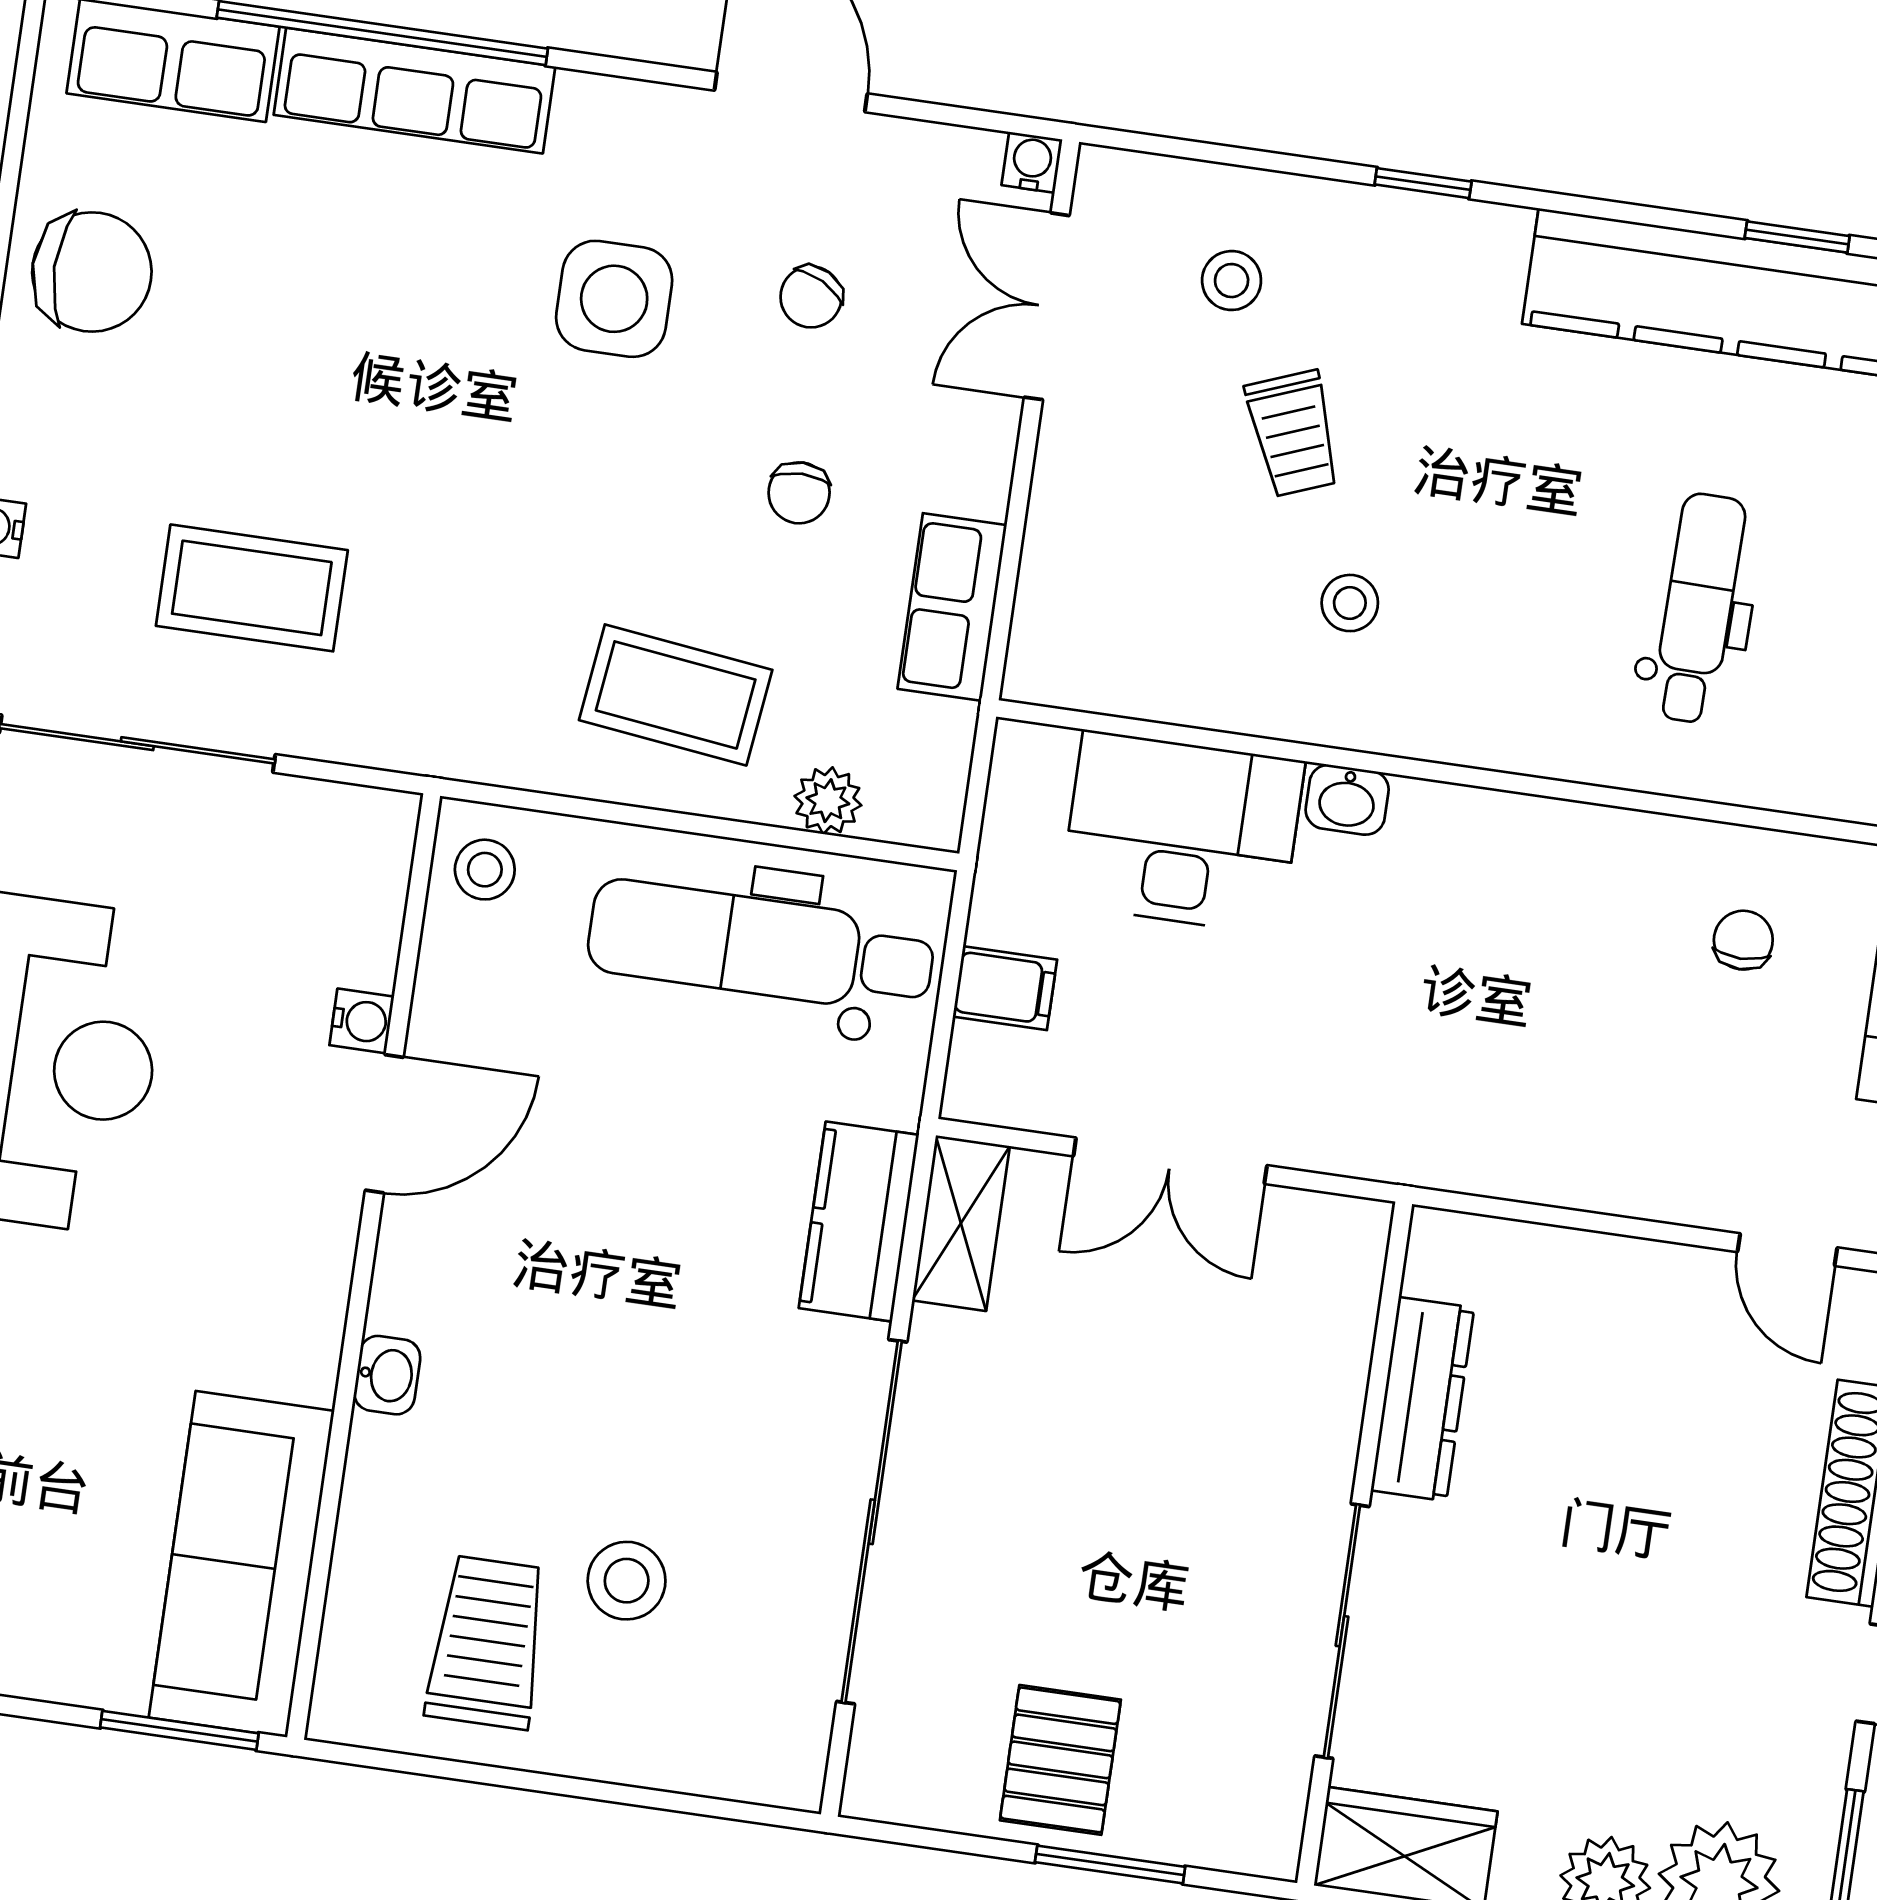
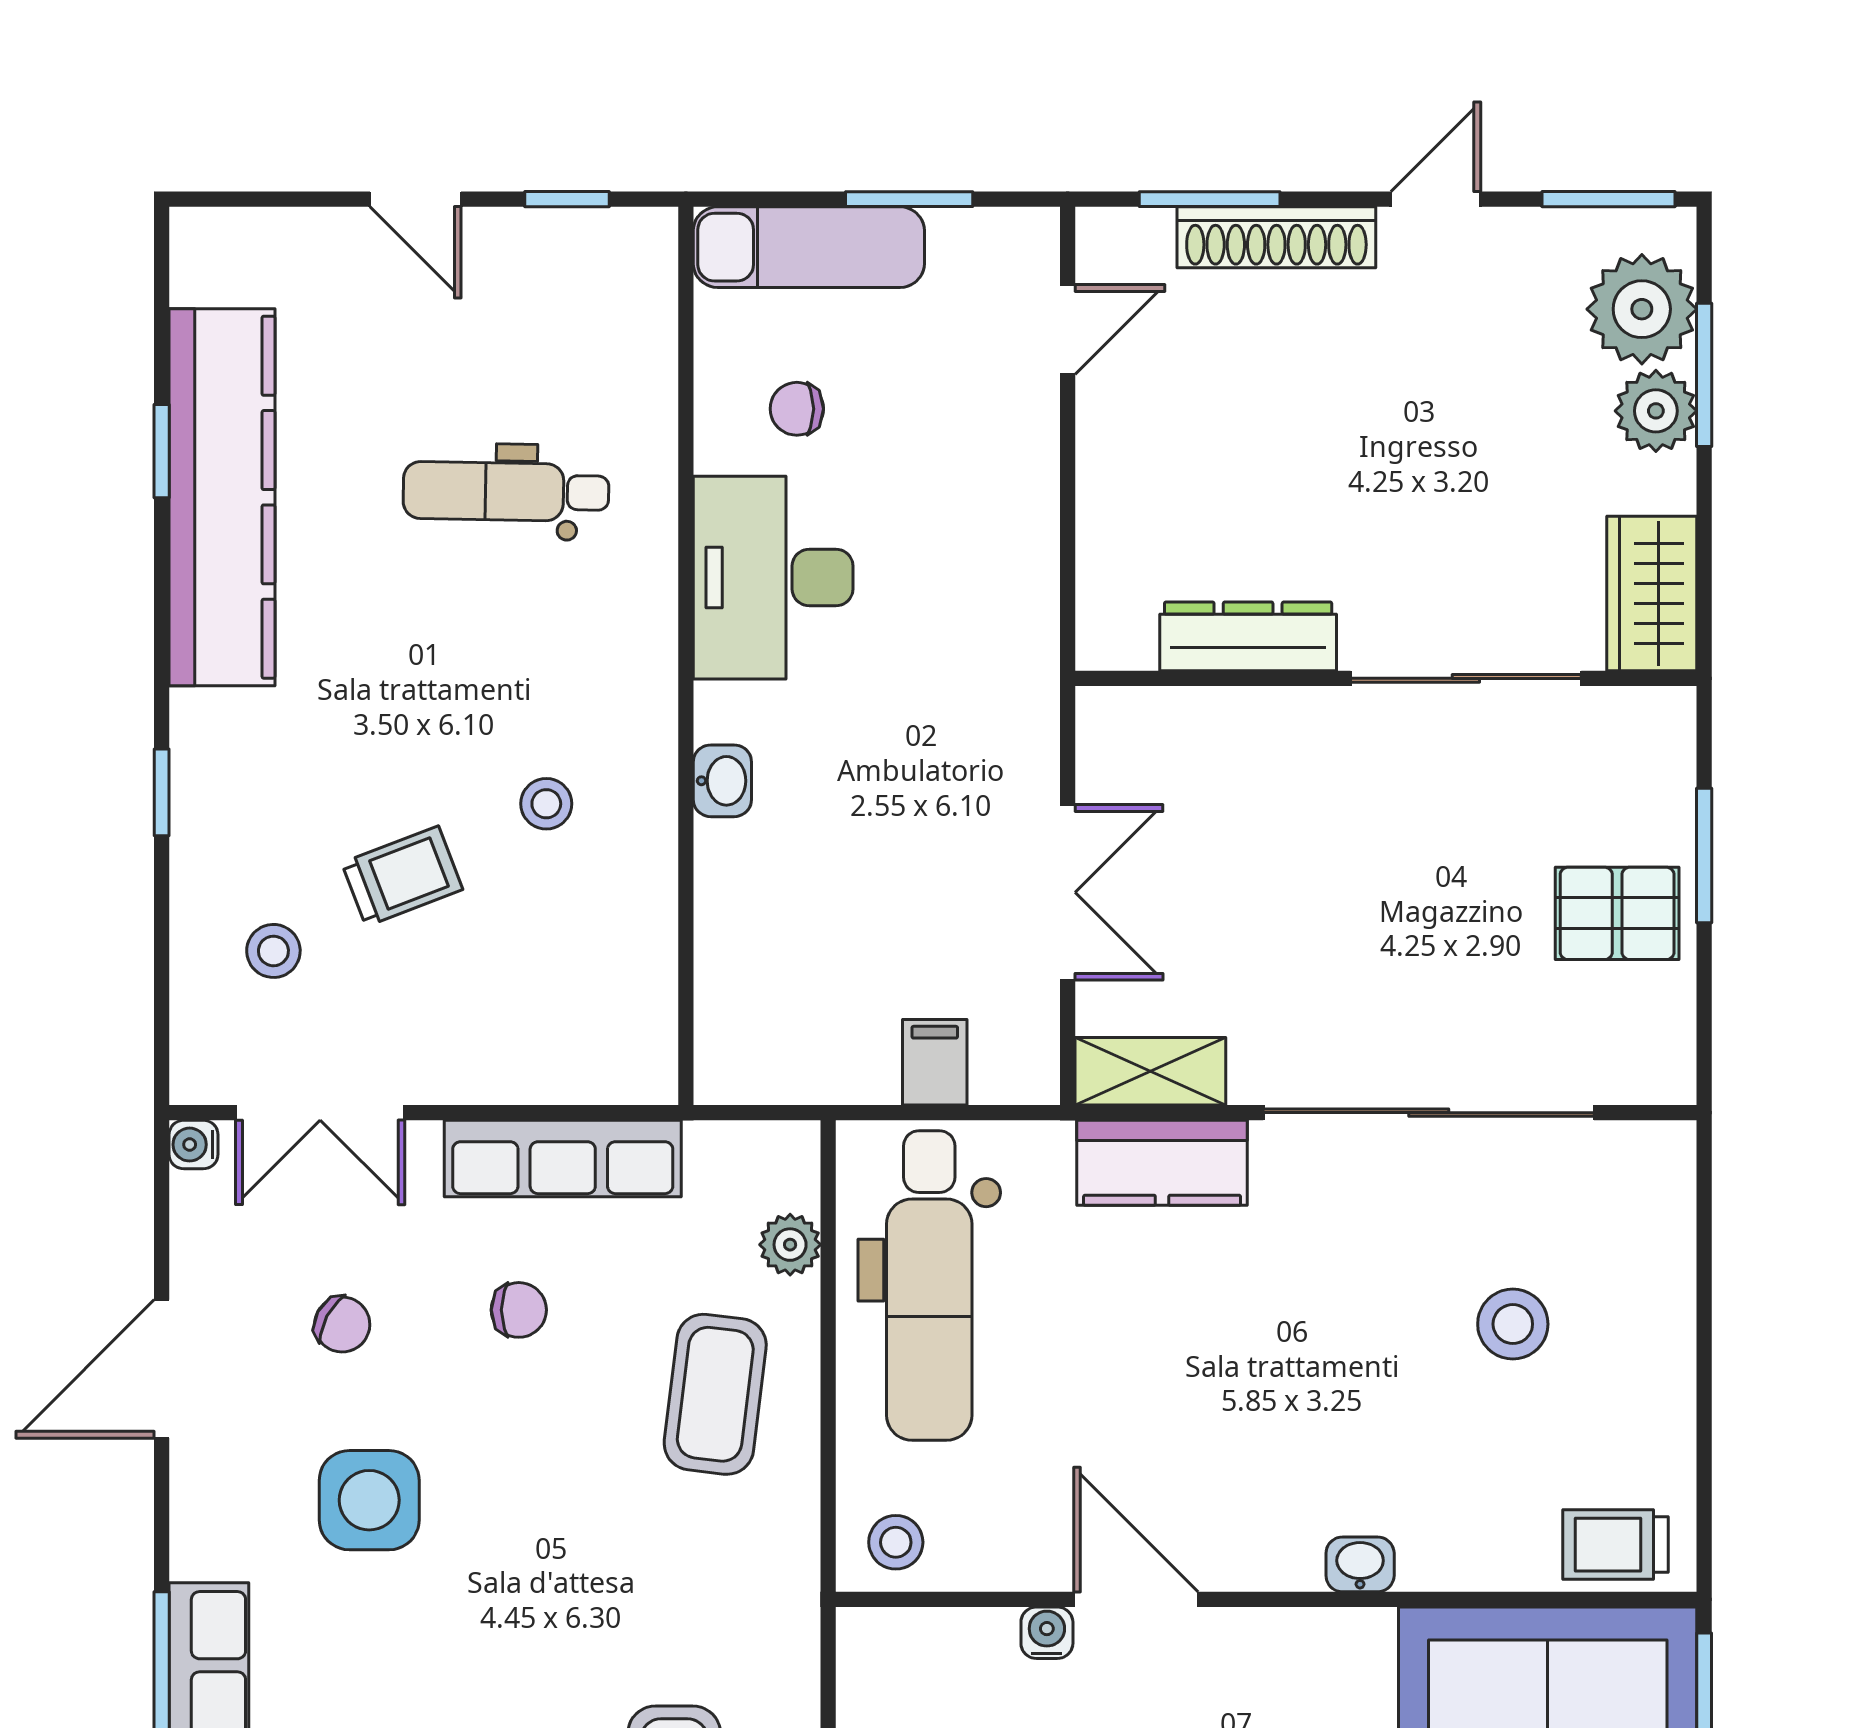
row of seats: (952, 607) -> (563, 1158), width x1.48
desk: (1182, 833) -> (773, 578), moved
trolley: (487, 1642) -> (1615, 1545), moved, width x0.73, depth x0.72

